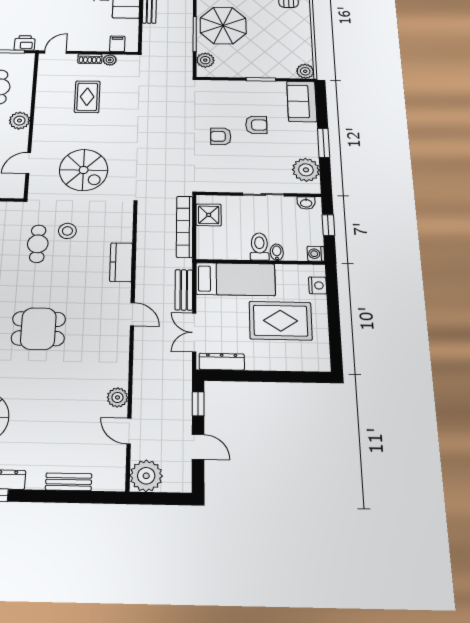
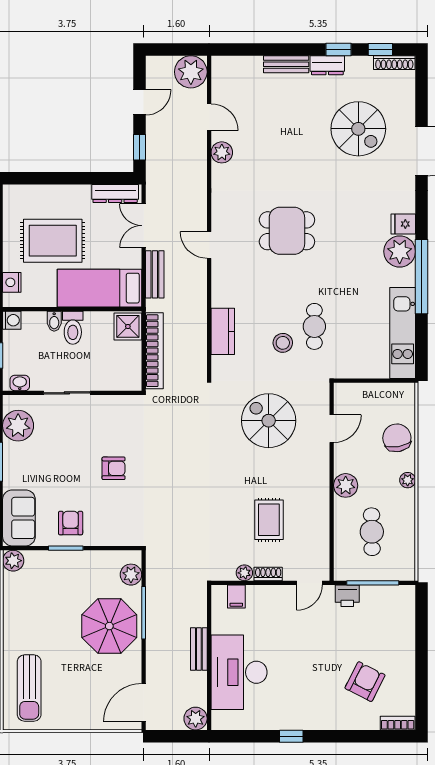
armchair: (256, 125) -> (71, 523), moved, turned 90
shower: (209, 215) -> (128, 326), moved
kitchen counter: (121, 262) -> (223, 331), moved
dining table: (38, 329) -> (287, 231), moved
double door: (194, 332) -> (144, 226), swing flipped
door: (198, 447) -> (140, 102), swing flipped
bench: (69, 482) -> (286, 64), moved

